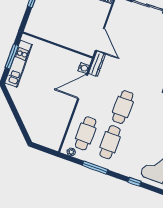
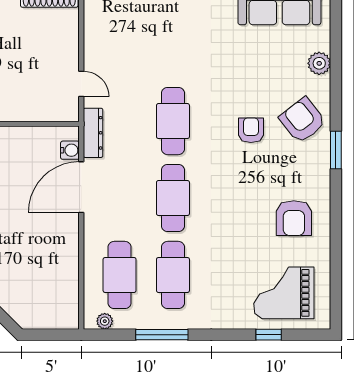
door: (100, 40) -> (81, 84), width x0.53
cafe table: (136, 72) -> (173, 121), added
window: (134, 182) -> (269, 335), moved

